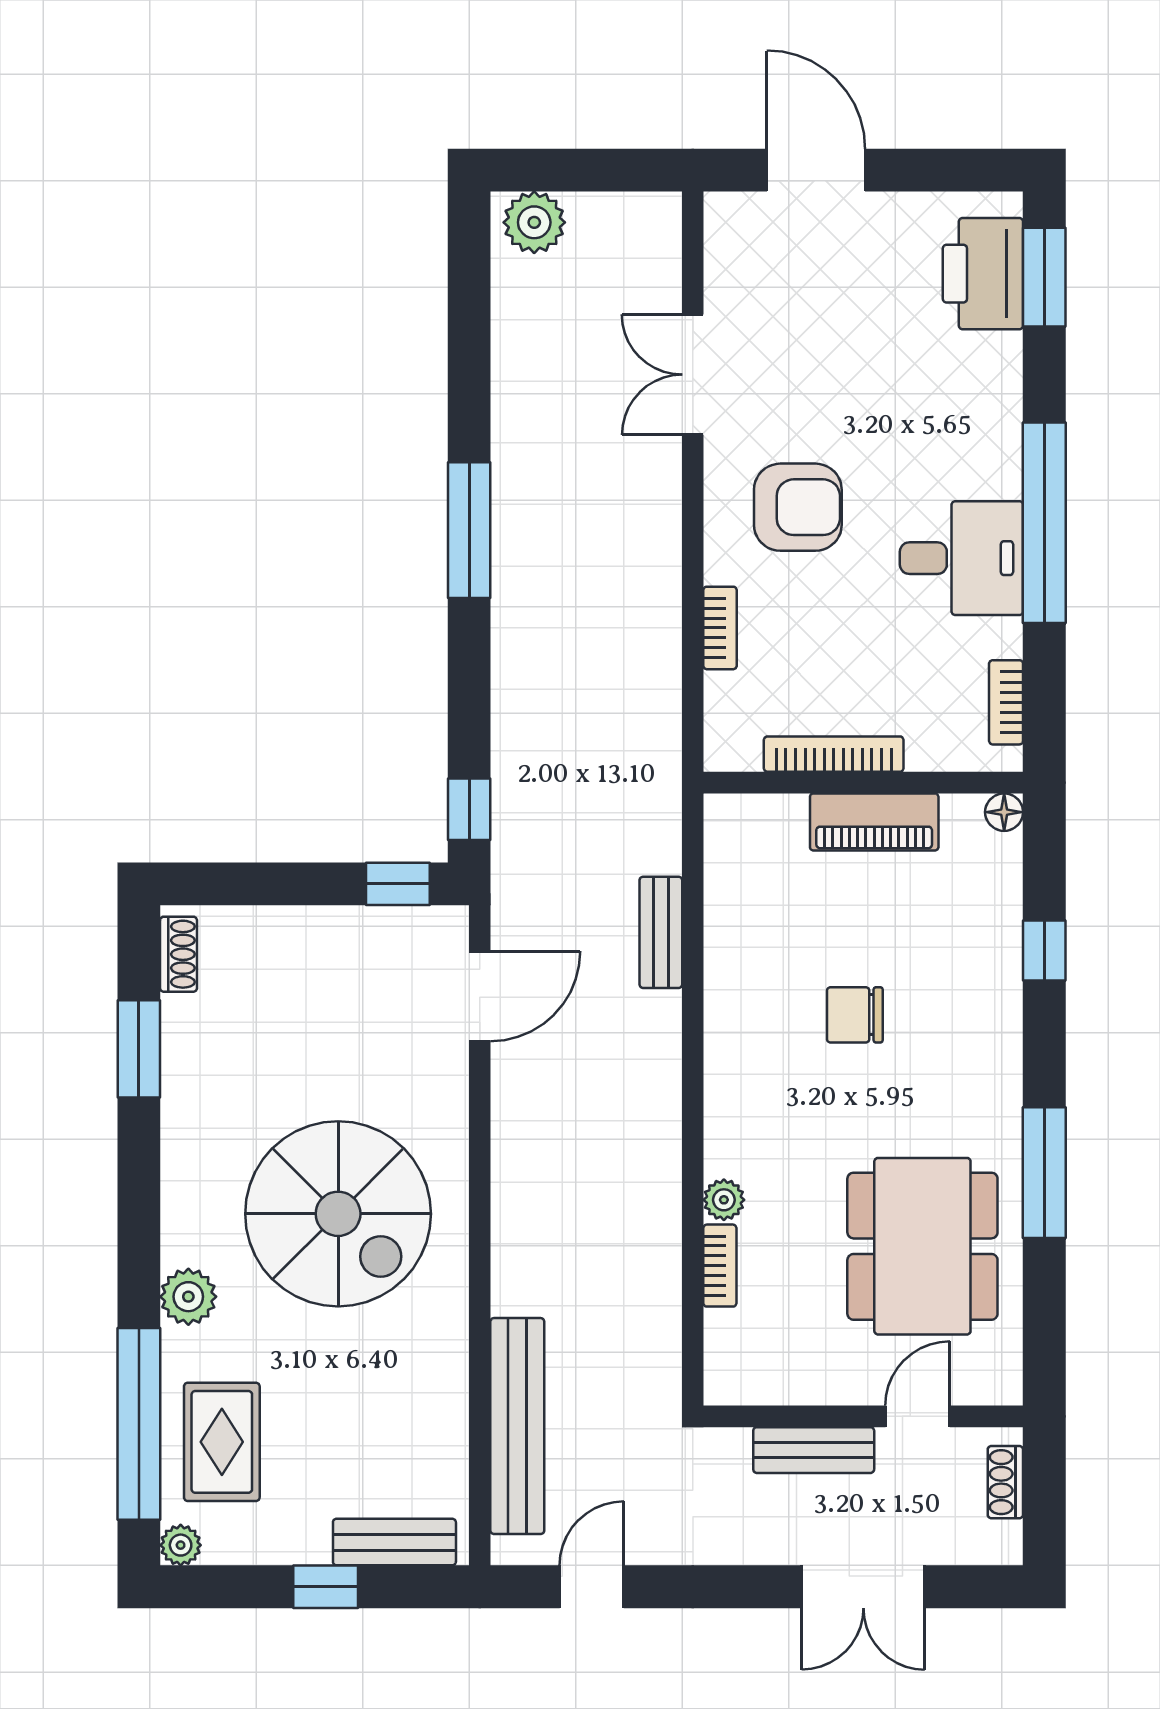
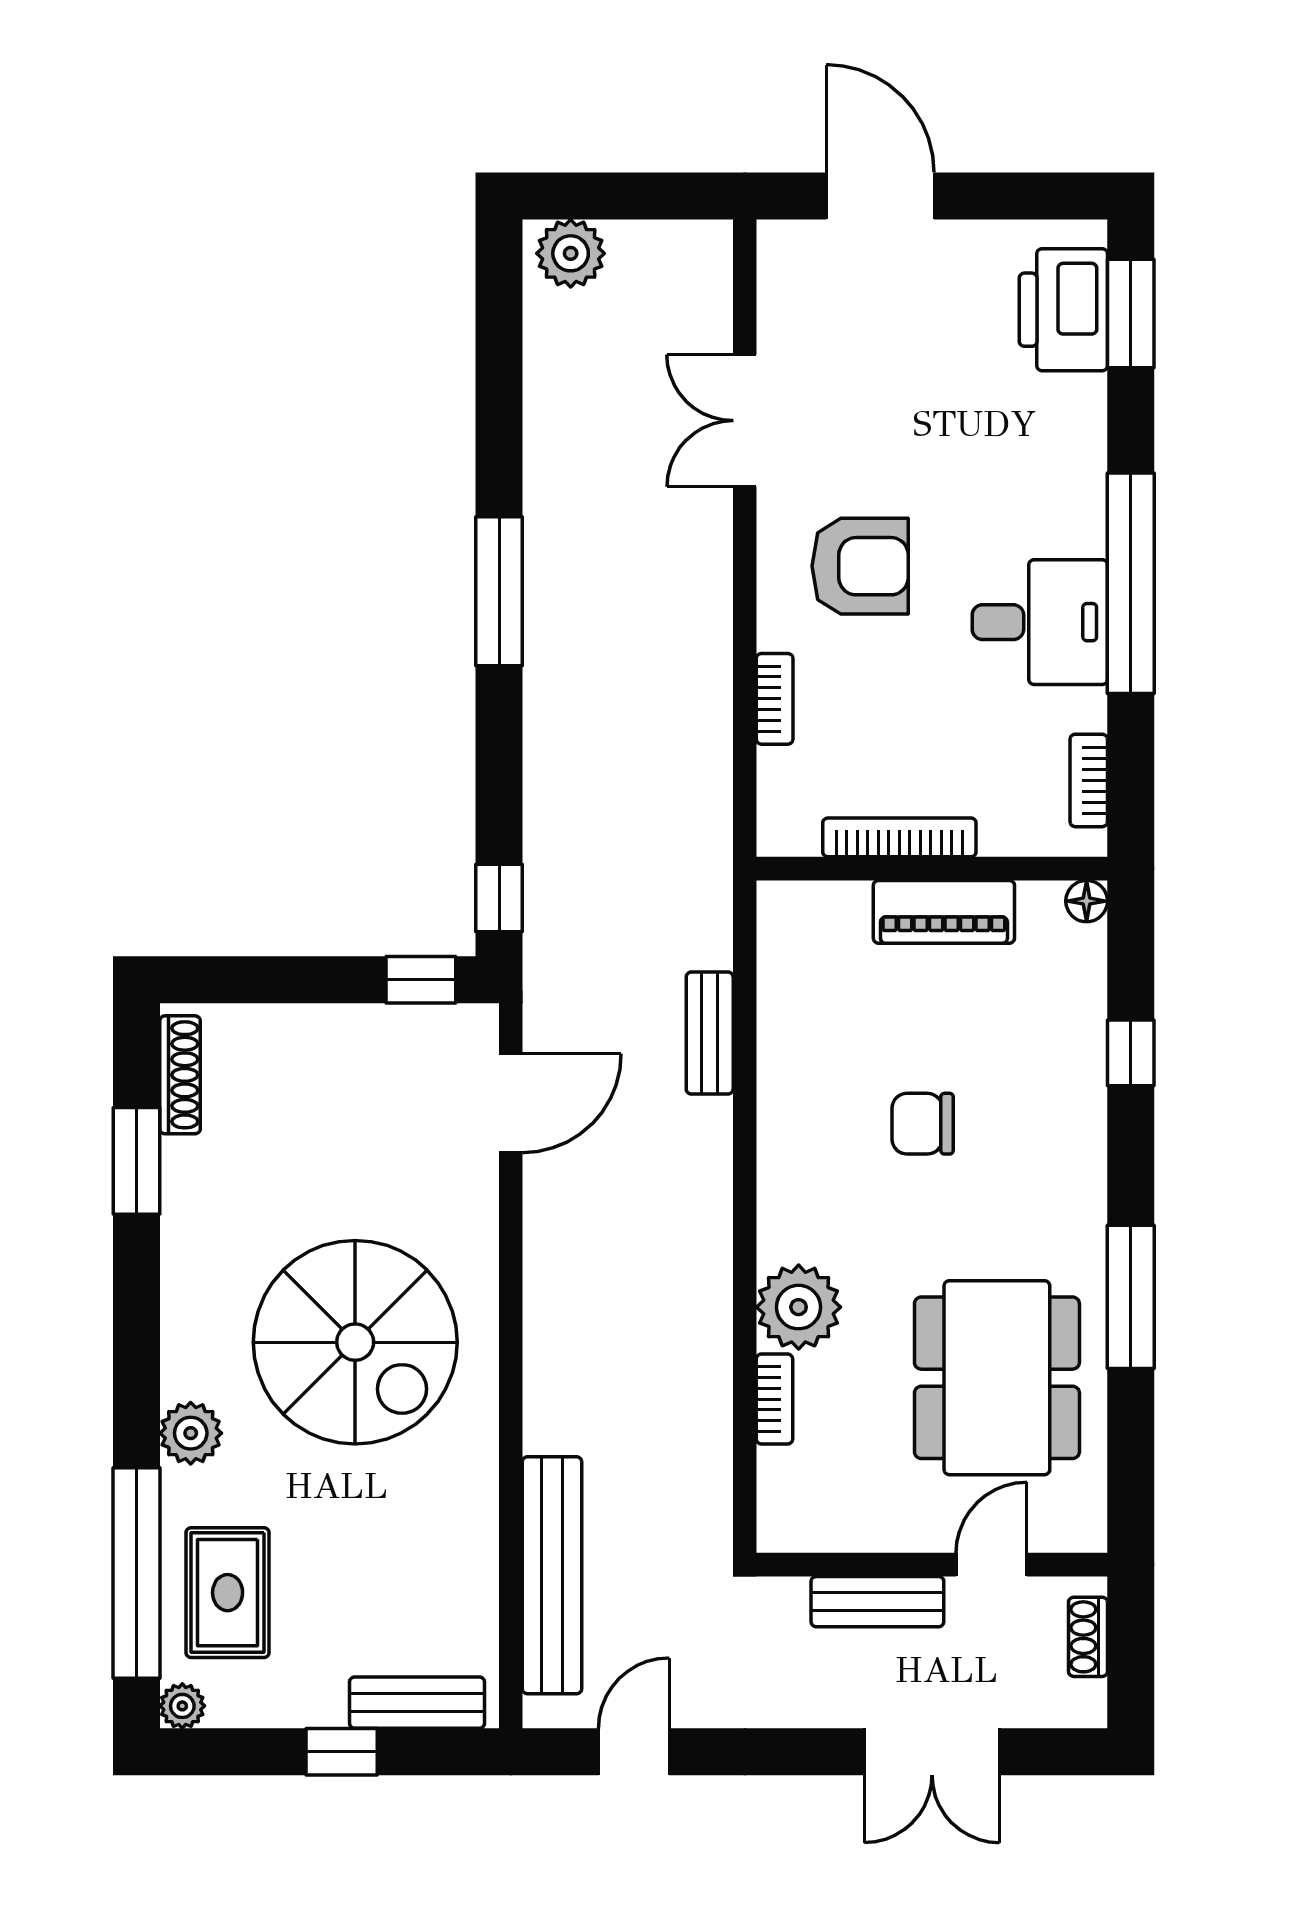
shoe rack: (179, 954) -> (180, 1075), width x1.43
plant: (724, 1200) -> (799, 1307), width x1.88, depth x1.88

